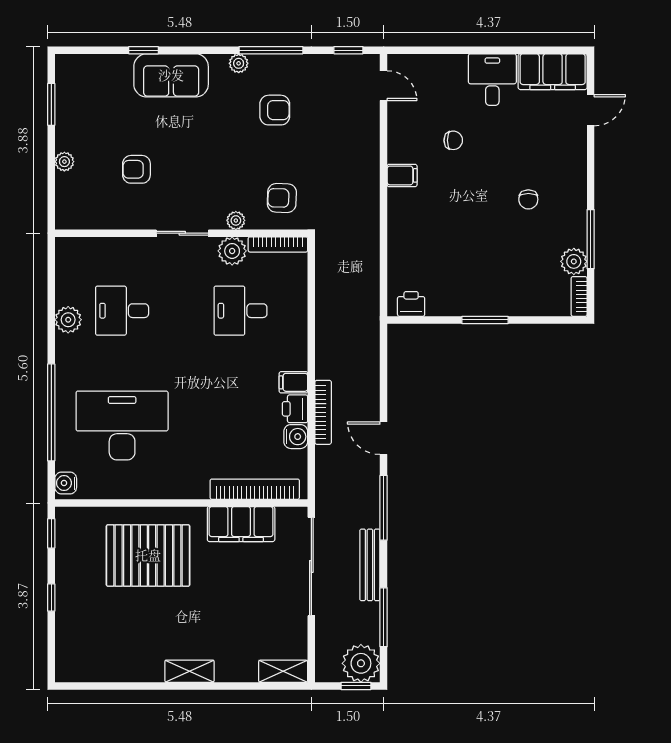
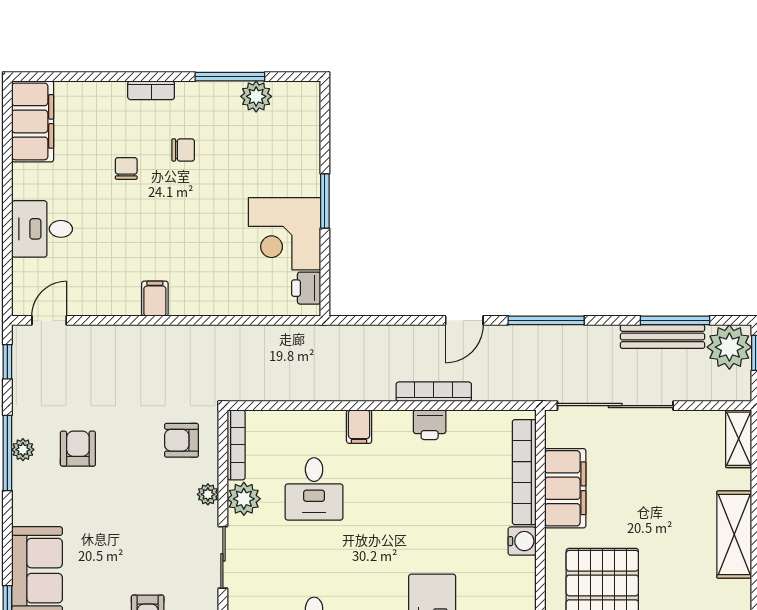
plant: (239, 63) -> (23, 450), moved
desk: (492, 80) -> (42, 229), moved
door: (591, 110) -> (78, 77), removed
chair: (453, 140) -> (126, 168), moved
armchair: (282, 198) -> (181, 440), turned 88
corner desk: (457, 286) -> (285, 234), added
bookcase: (579, 296) -> (151, 90), moved
filing cabinet: (293, 382) -> (359, 427), moved
water cooler: (296, 437) -> (522, 541), moved, turned 90
bench: (370, 565) -> (663, 337), moved
shelving: (189, 671) -> (734, 534), width x1.50, depth x1.33

